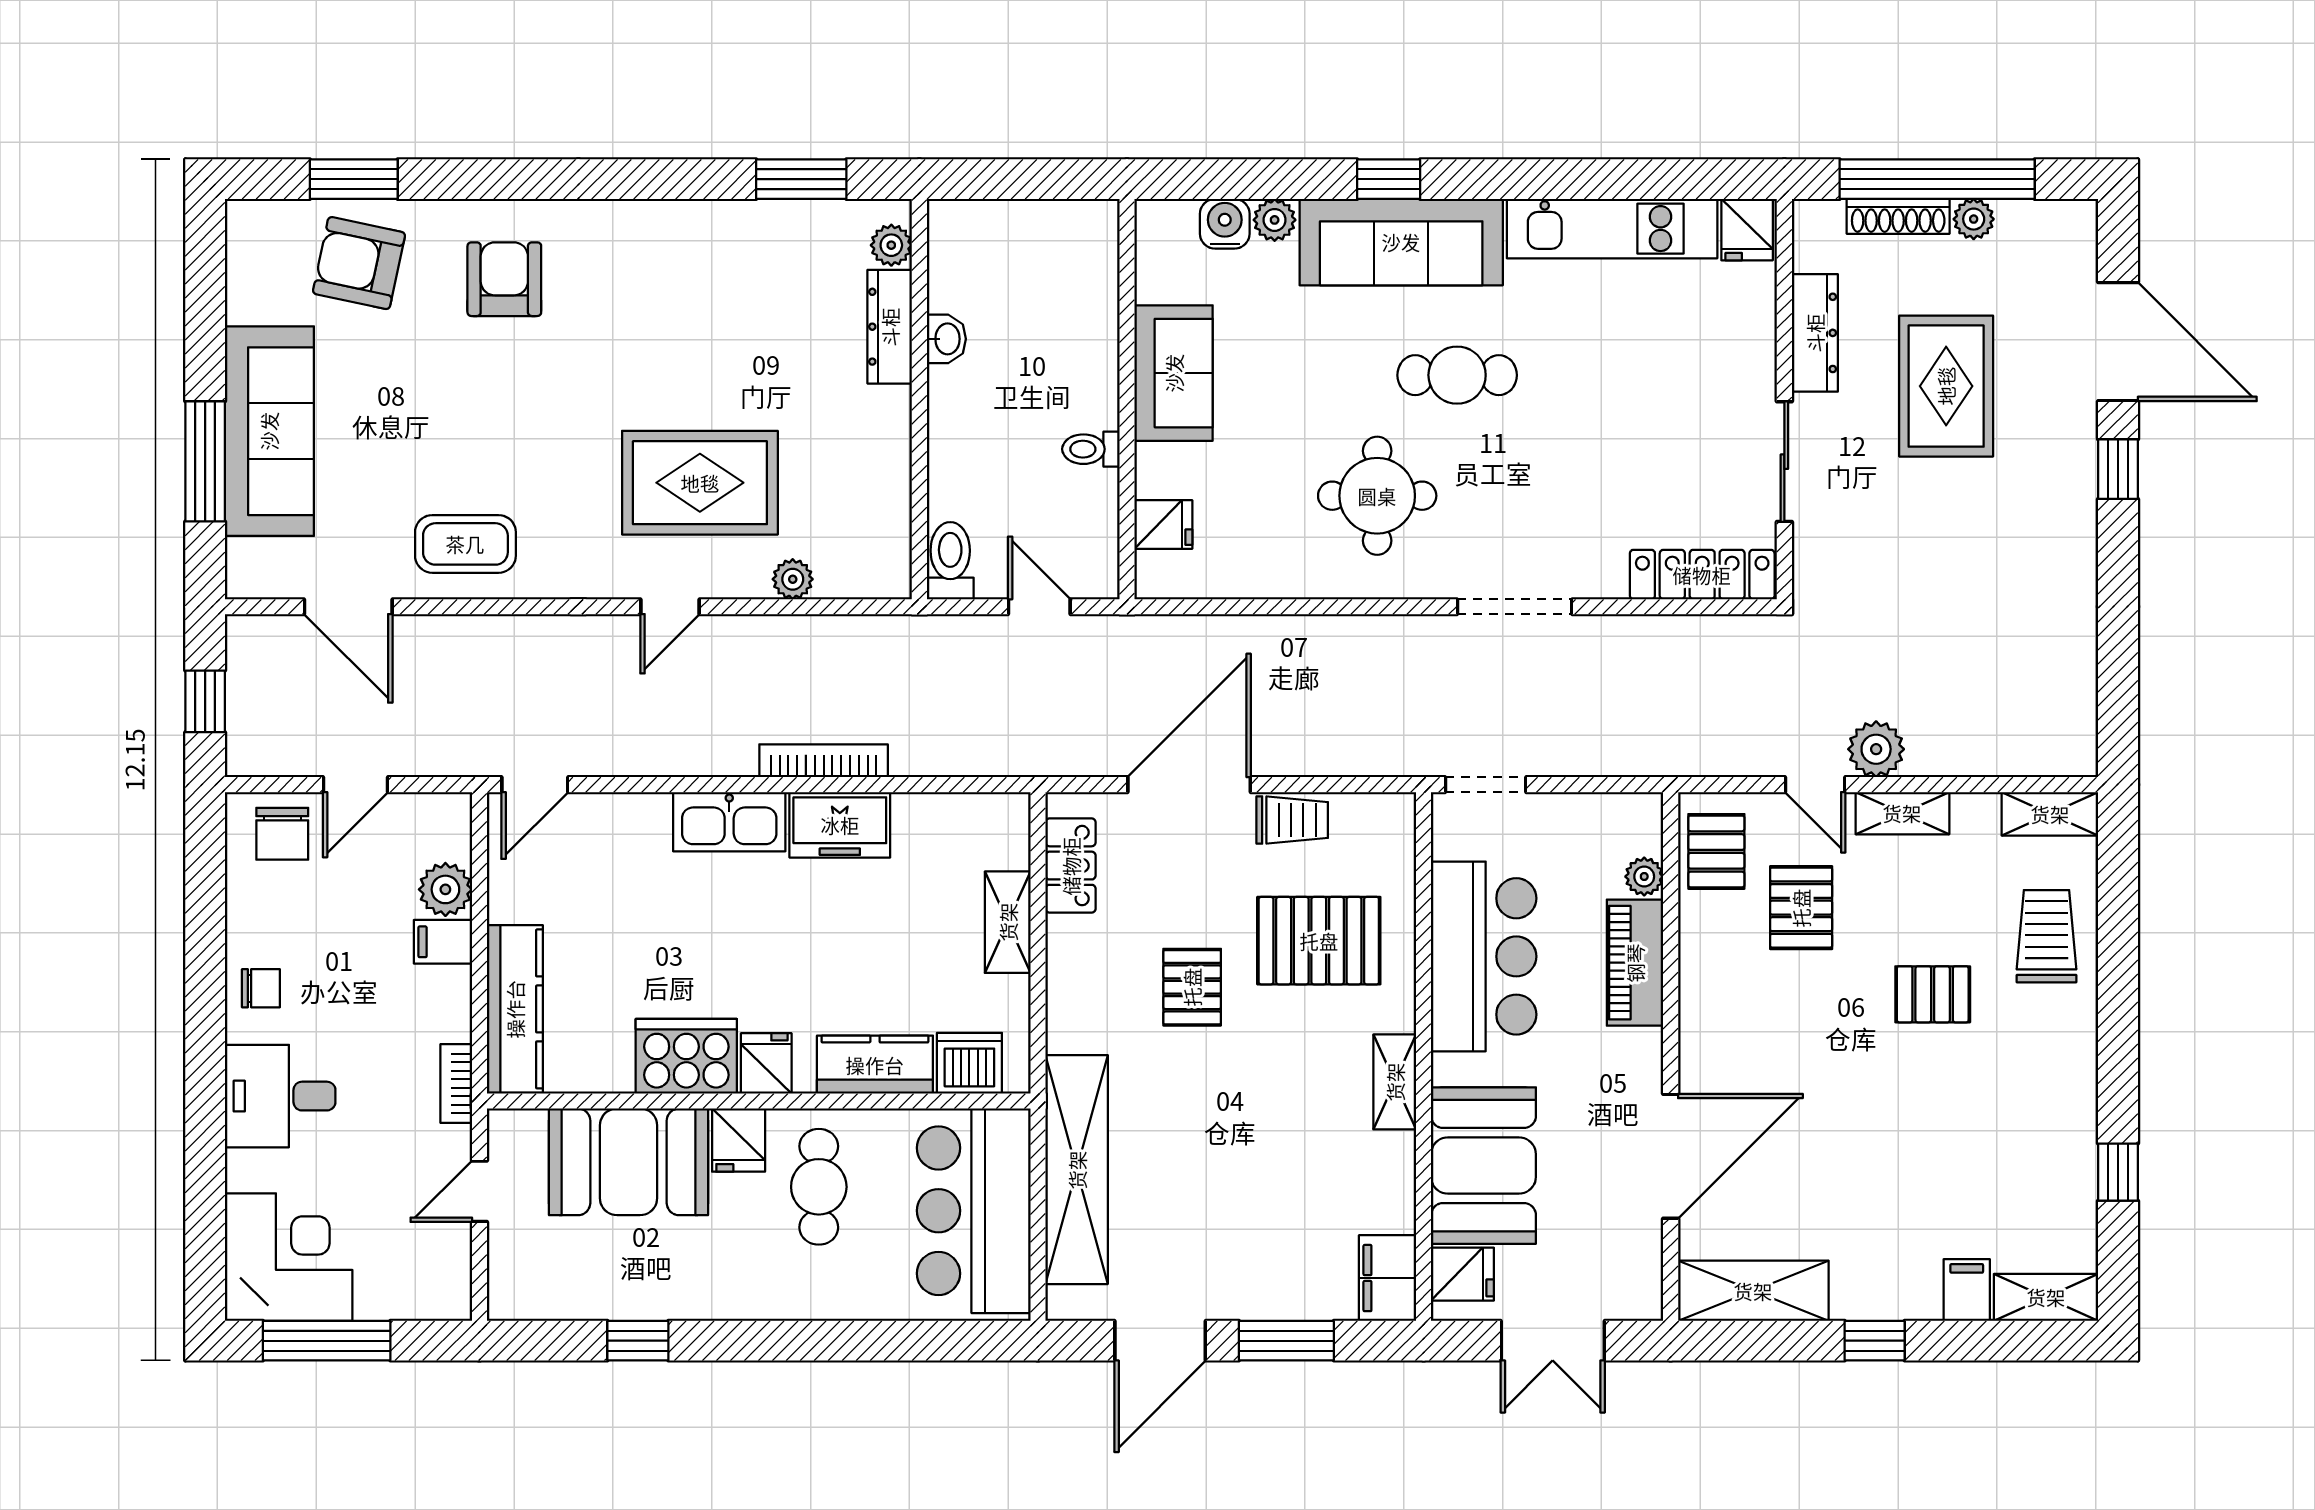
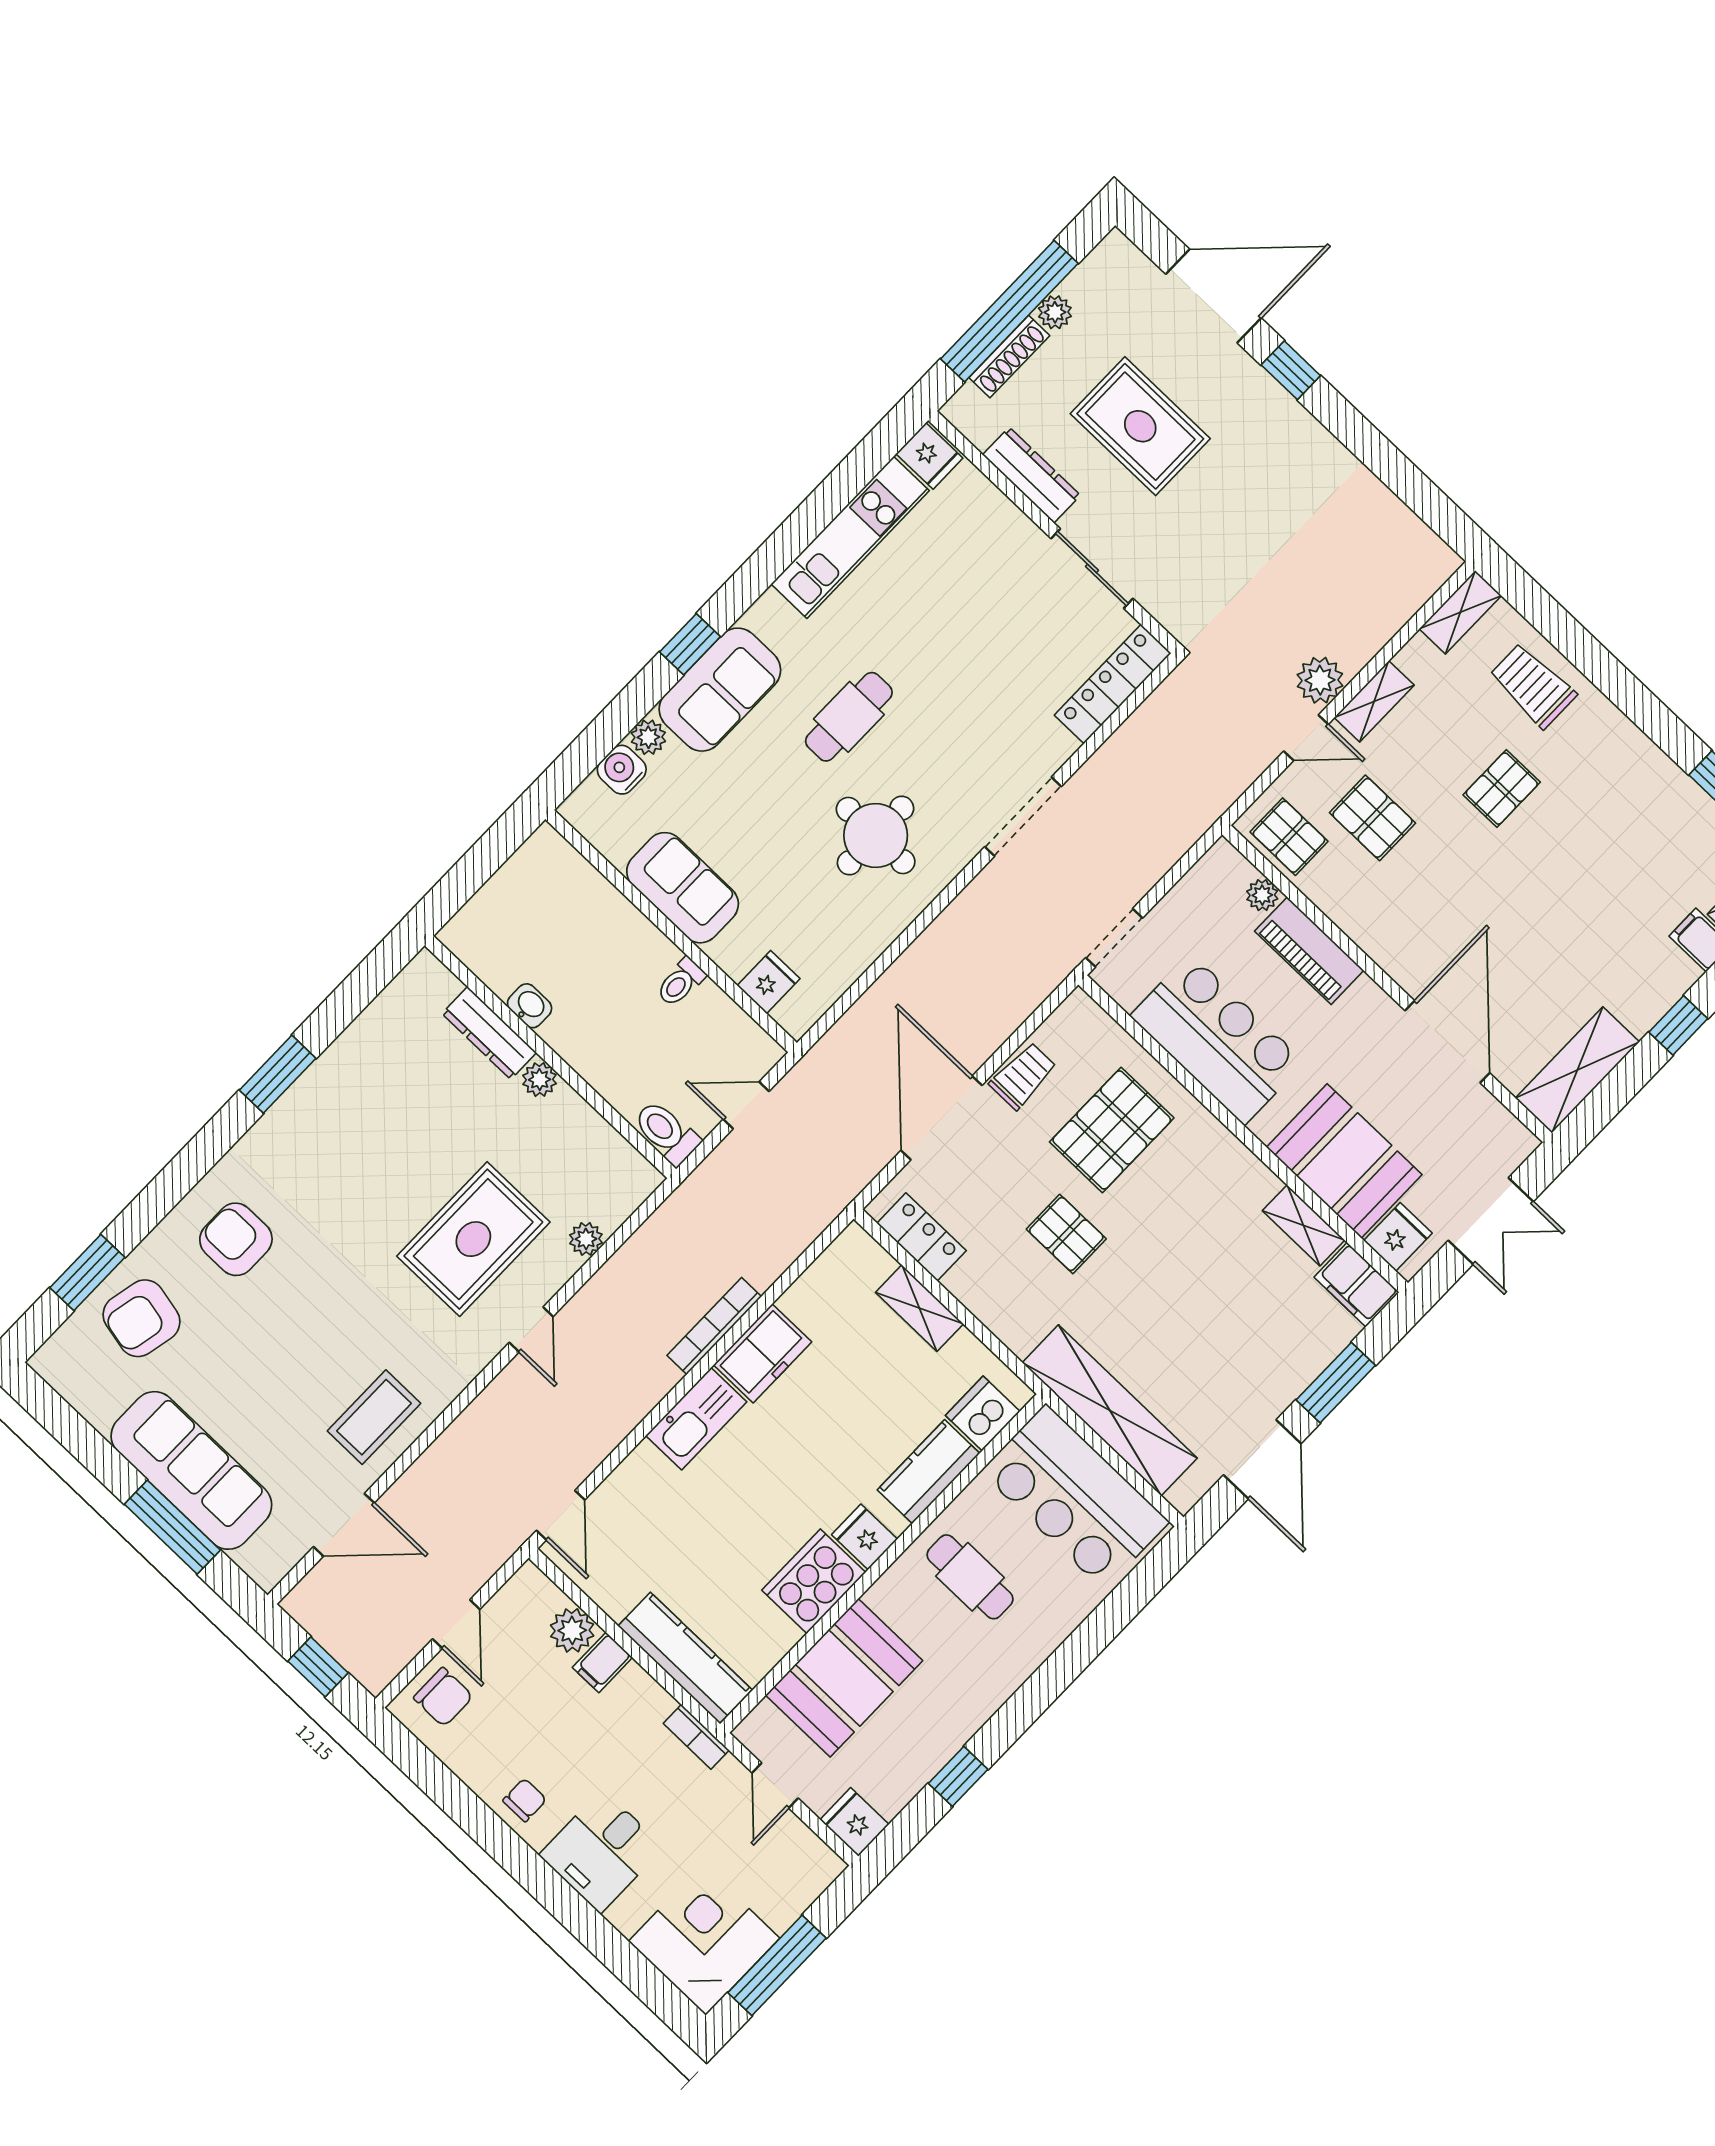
window: (801, 179) -> (278, 1074), moved
sofa: (1401, 242) -> (720, 690), width x0.73
plant: (891, 245) -> (540, 1080), moved
shelving: (1395, 1082) -> (1304, 1225), moved
fridge: (739, 1140) -> (854, 1822), moved, turned 180

